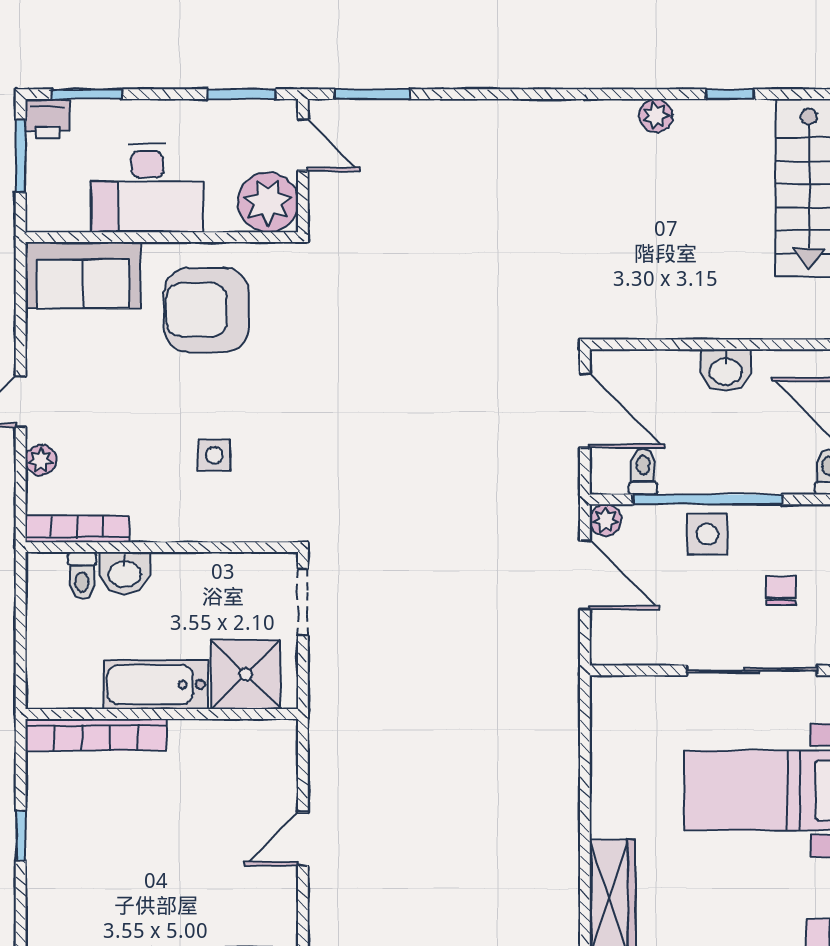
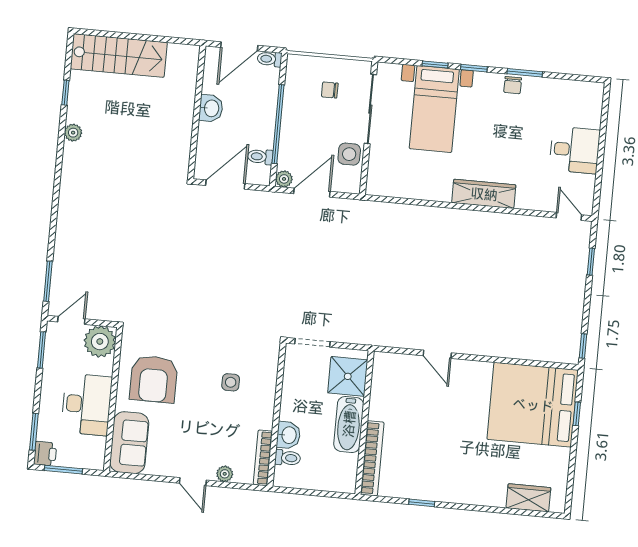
side table: (707, 534) -> (349, 154), moved

